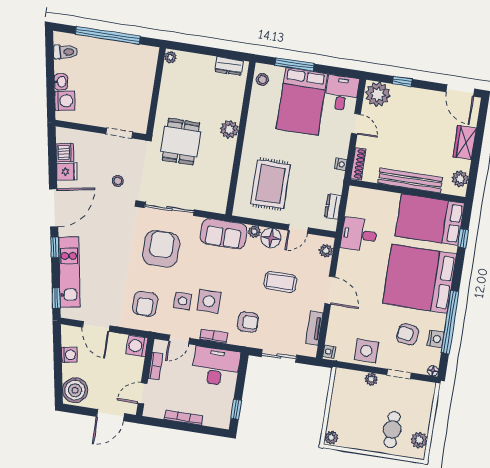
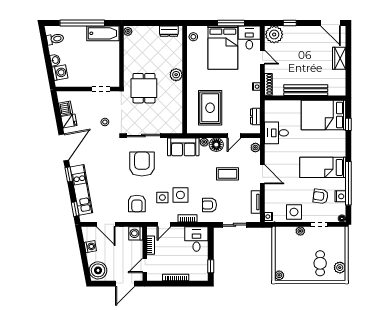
bathtub: (135, 54) -> (103, 33), added
window: (294, 64) -> (231, 23), moved
plant: (460, 179) -> (340, 84), removed
bed: (420, 279) -> (323, 167), width x0.49
armchair: (248, 322) -> (209, 205), turned 180
desk: (216, 366) -> (196, 239), width x0.73

